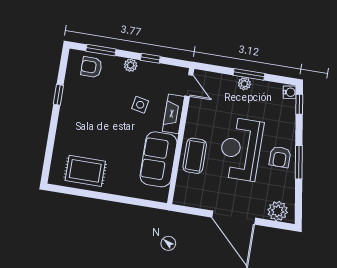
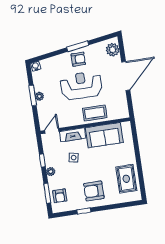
window: (299, 104) -> (41, 58), removed
armchair: (83, 118) -> (94, 191), added
reception desk: (241, 149) -> (81, 85), turned 180

